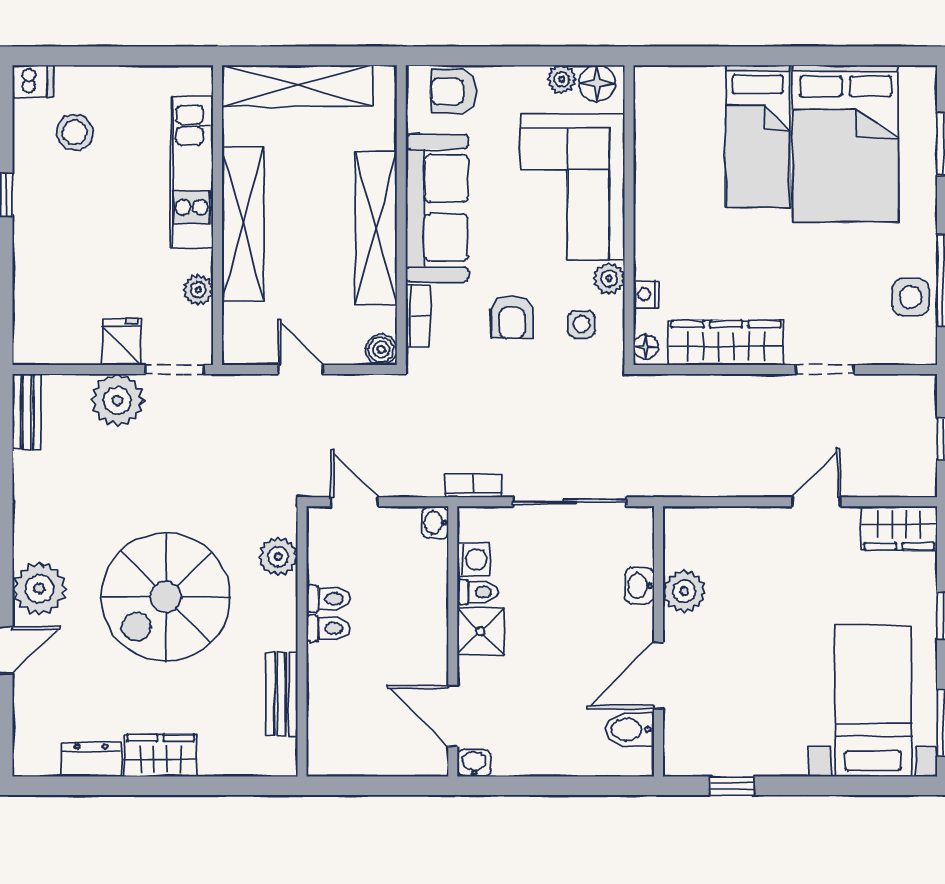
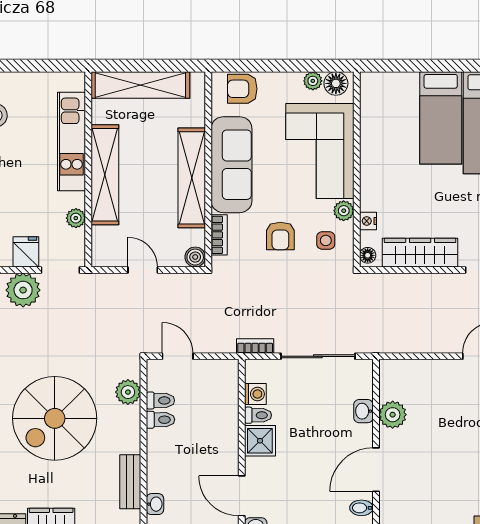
washbasin: (435, 522) -> (155, 504), moved, turned 180
toilet: (328, 628) -> (160, 400), moved
bidet: (630, 729) -> (361, 508), width x0.72, depth x0.74

